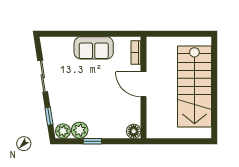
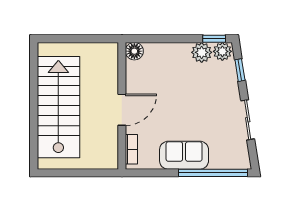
window: (71, 34) -> (213, 173), added
door: (144, 84) -> (122, 110), hinge flipped
window: (92, 141) -> (214, 39), moved

